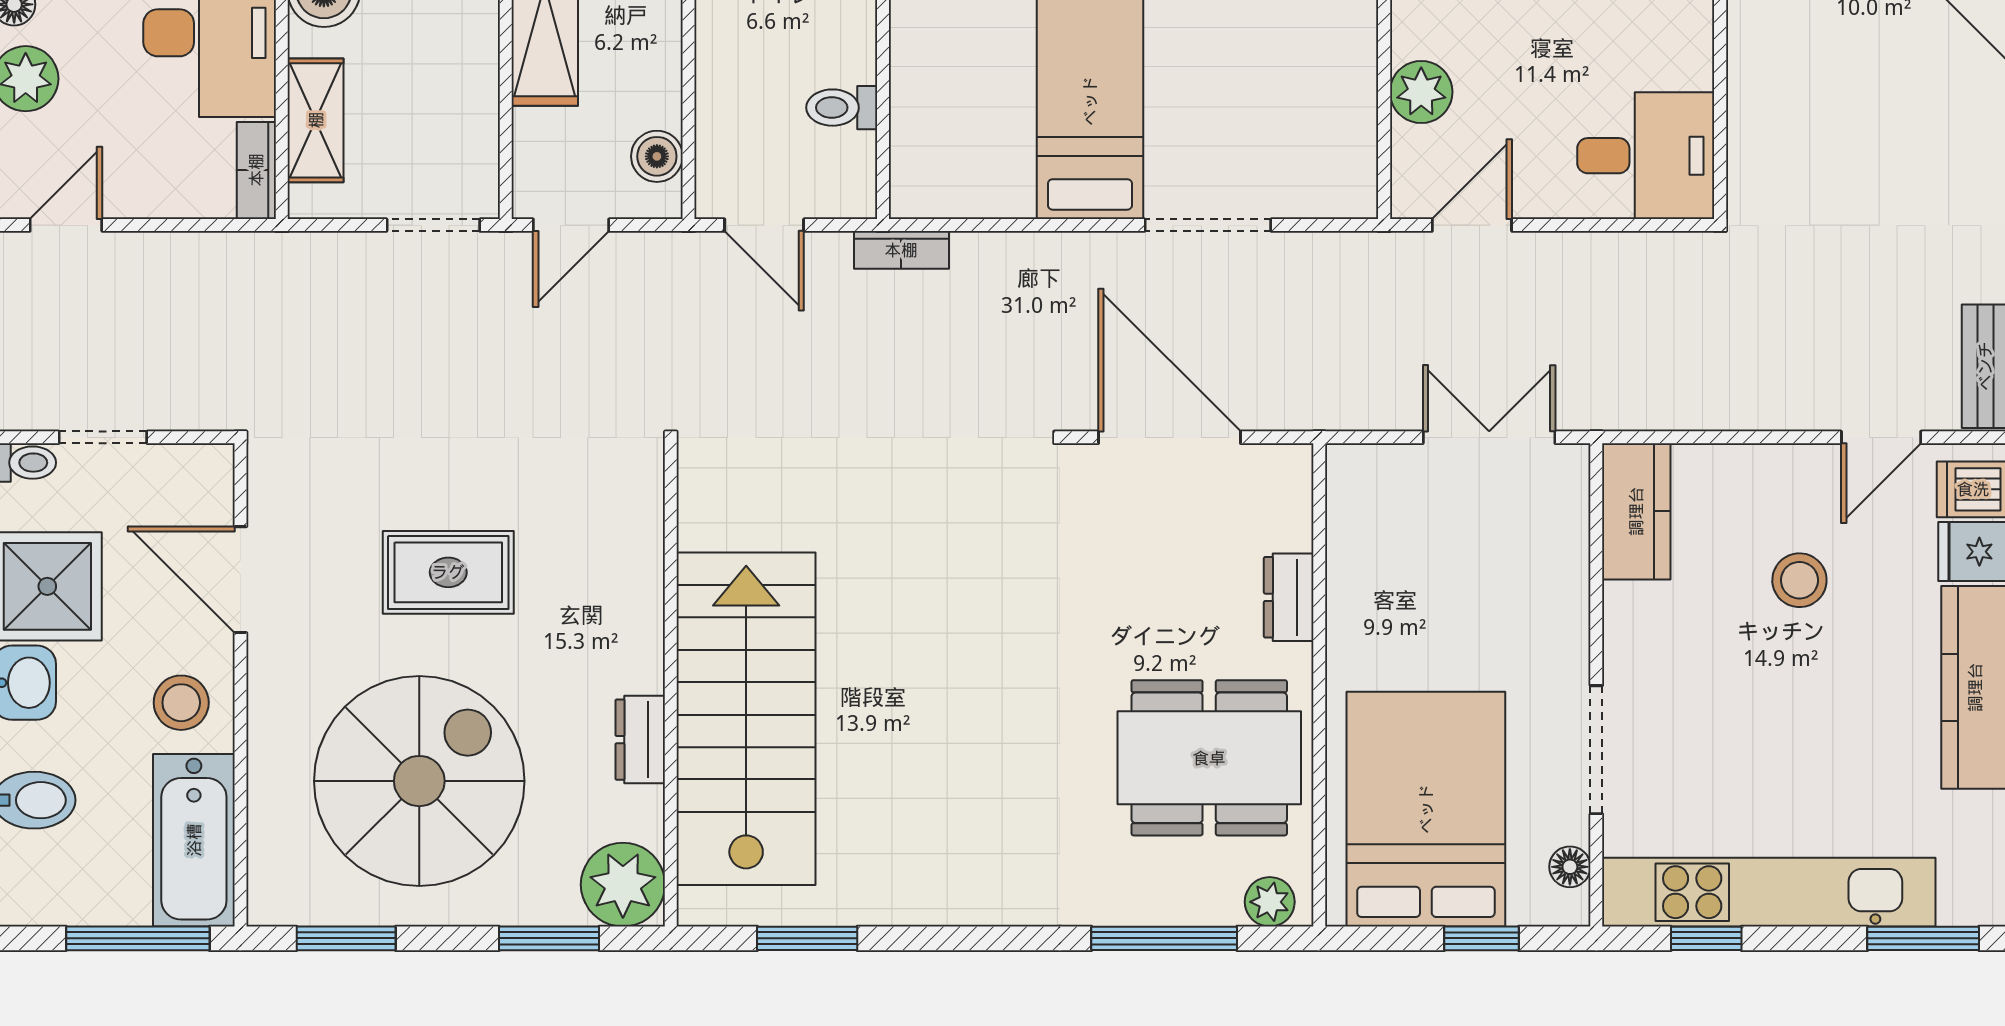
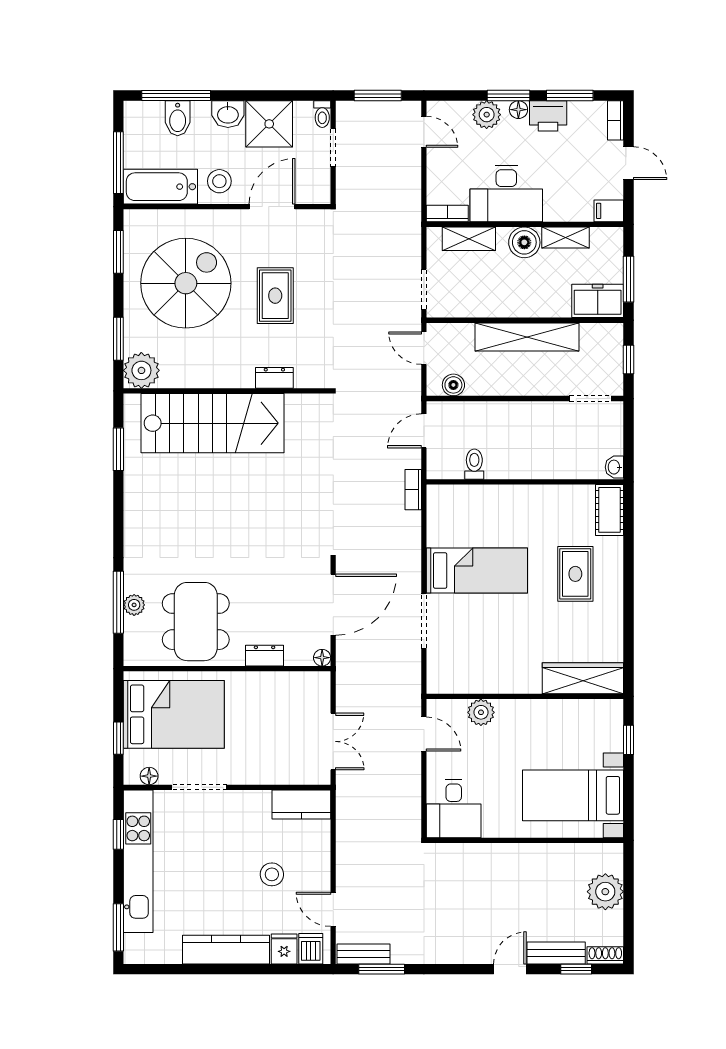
floor lamp: (1294, 463) -> (322, 658), added
dresser: (640, 740) -> (274, 378), moved
spiral stairs: (419, 781) -> (186, 283), turned -90
plant: (1270, 902) -> (134, 605), moved

